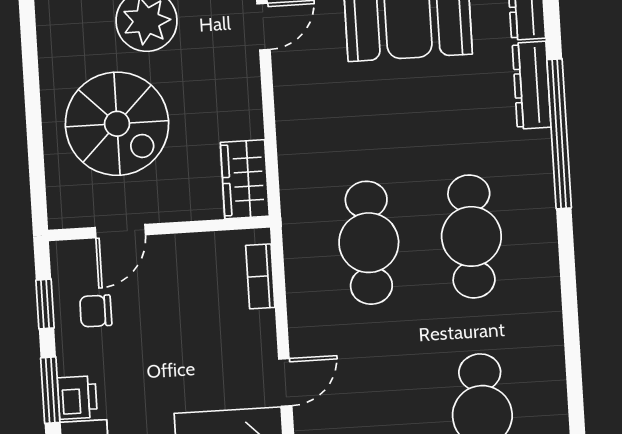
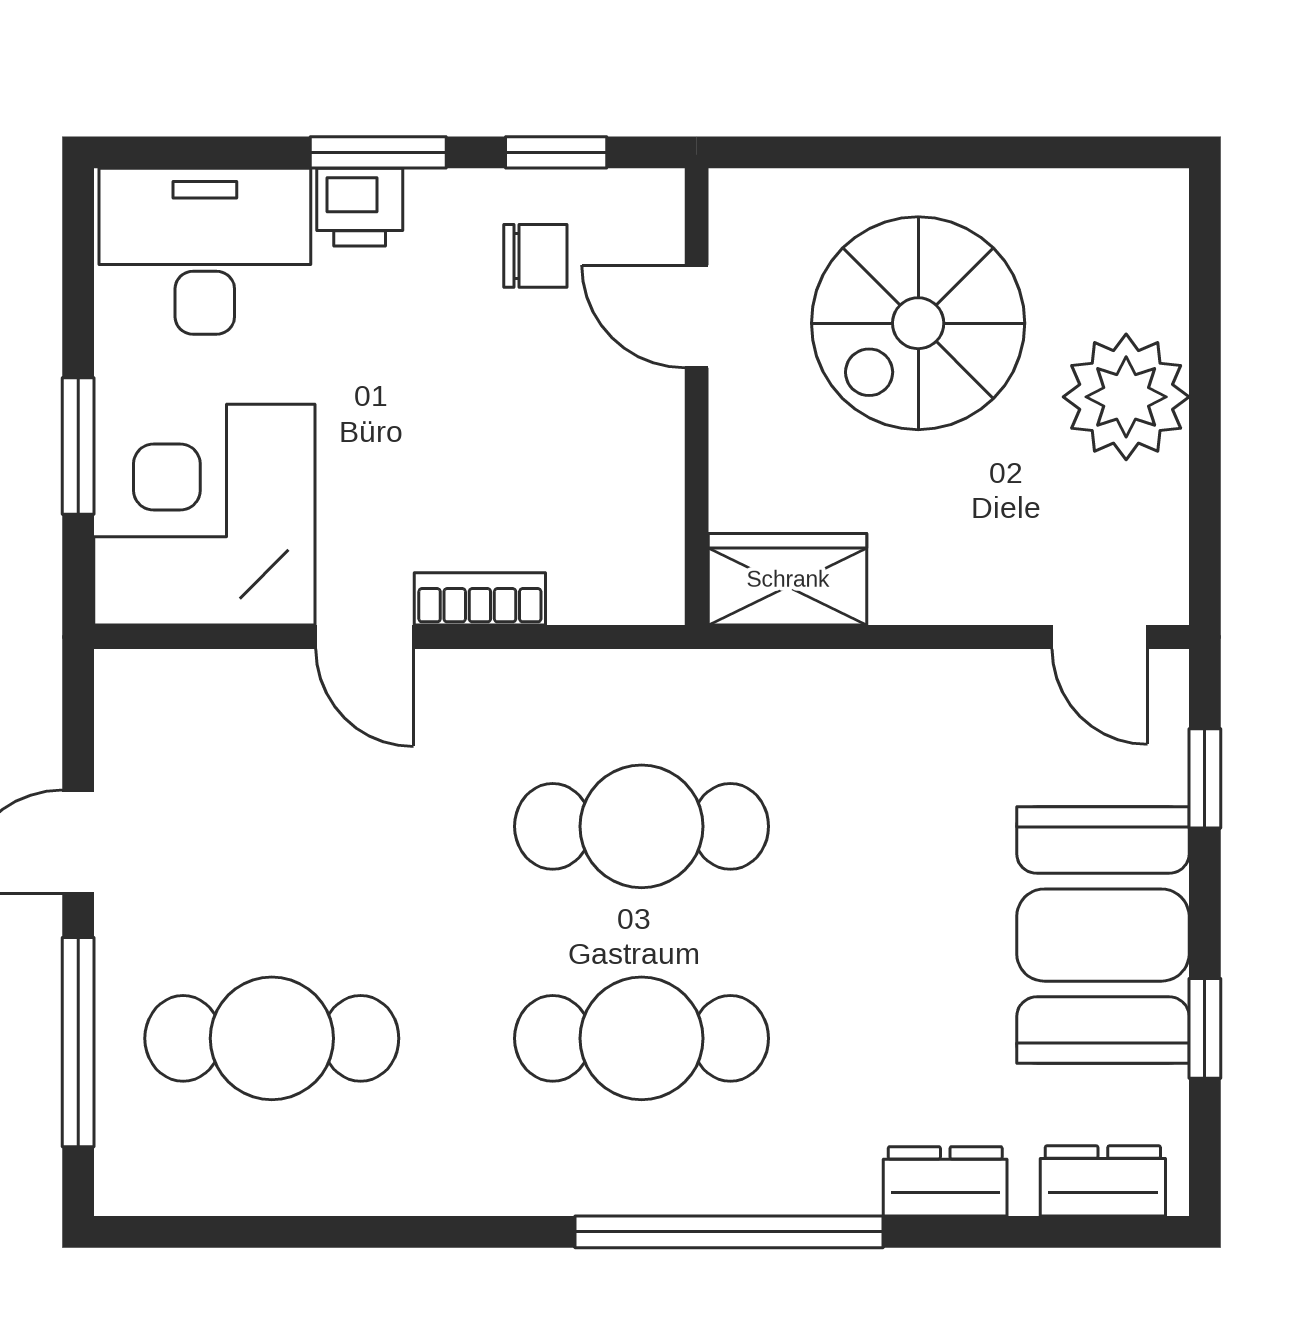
dresser: (532, 85) -> (945, 1181), width x0.70
window: (559, 134) -> (729, 1232), moved
bookcase: (260, 276) -> (480, 599), moved
chair: (96, 311) -> (535, 256), turned 90

